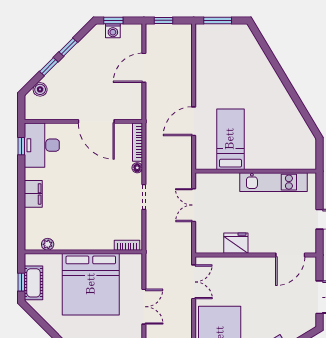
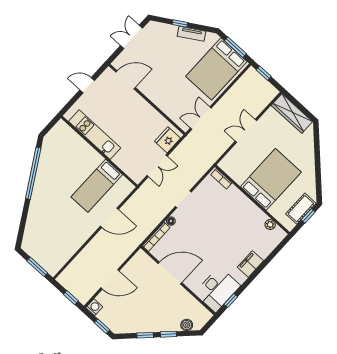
washing machine: (113, 31) -> (94, 307), moved
window: (296, 99) -> (33, 173), added
door: (96, 121) -> (170, 273), hinge flipped
fridge: (236, 243) -> (167, 140), moved, turned 90
bed: (91, 284) -> (271, 179), width x0.73

